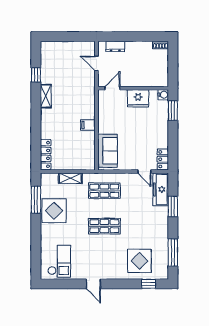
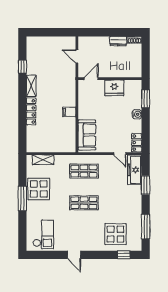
dresser: (115, 46) -> (118, 41), moved
water cooler: (163, 95) -> (137, 114), moved
locker: (46, 154) -> (31, 111), moved
shelving: (70, 178) -> (43, 160), moved
window: (36, 200) -> (22, 198), moved

